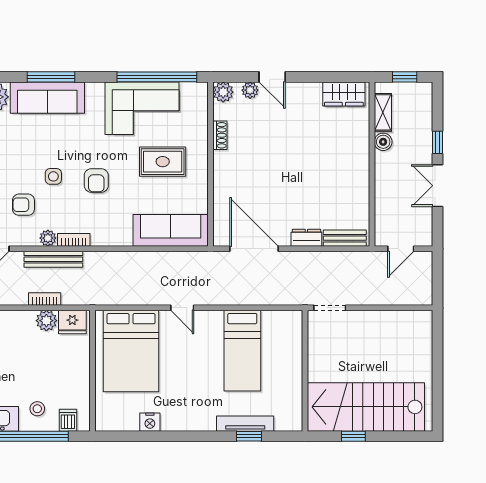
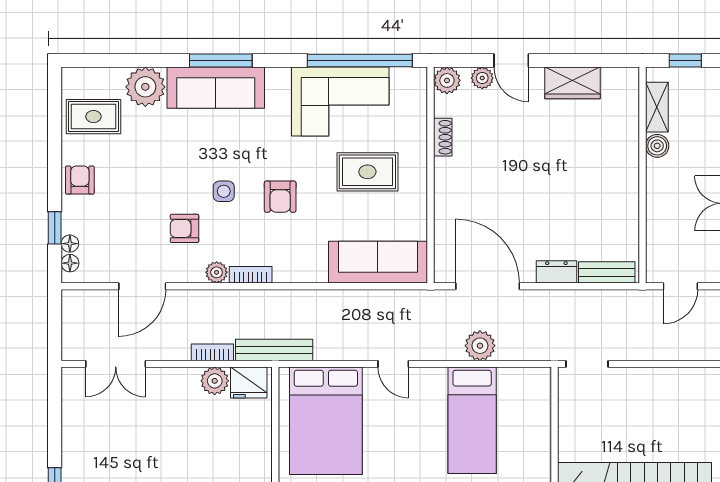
wardrobe: (344, 94) -> (572, 83), moved
bench: (53, 259) -> (274, 350), moved
plant: (248, 294) -> (480, 346), added

